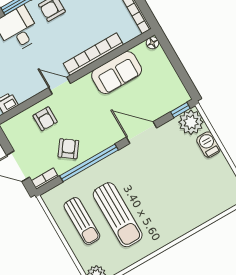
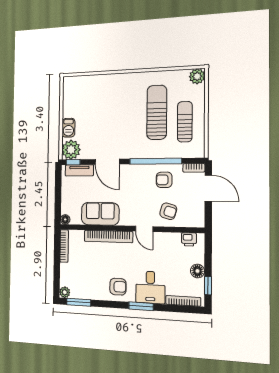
tv unit: (168, 105) -> (79, 170), added
armchair: (45, 119) -> (168, 211), turned 107
armchair: (68, 149) -> (164, 180), turned 54

